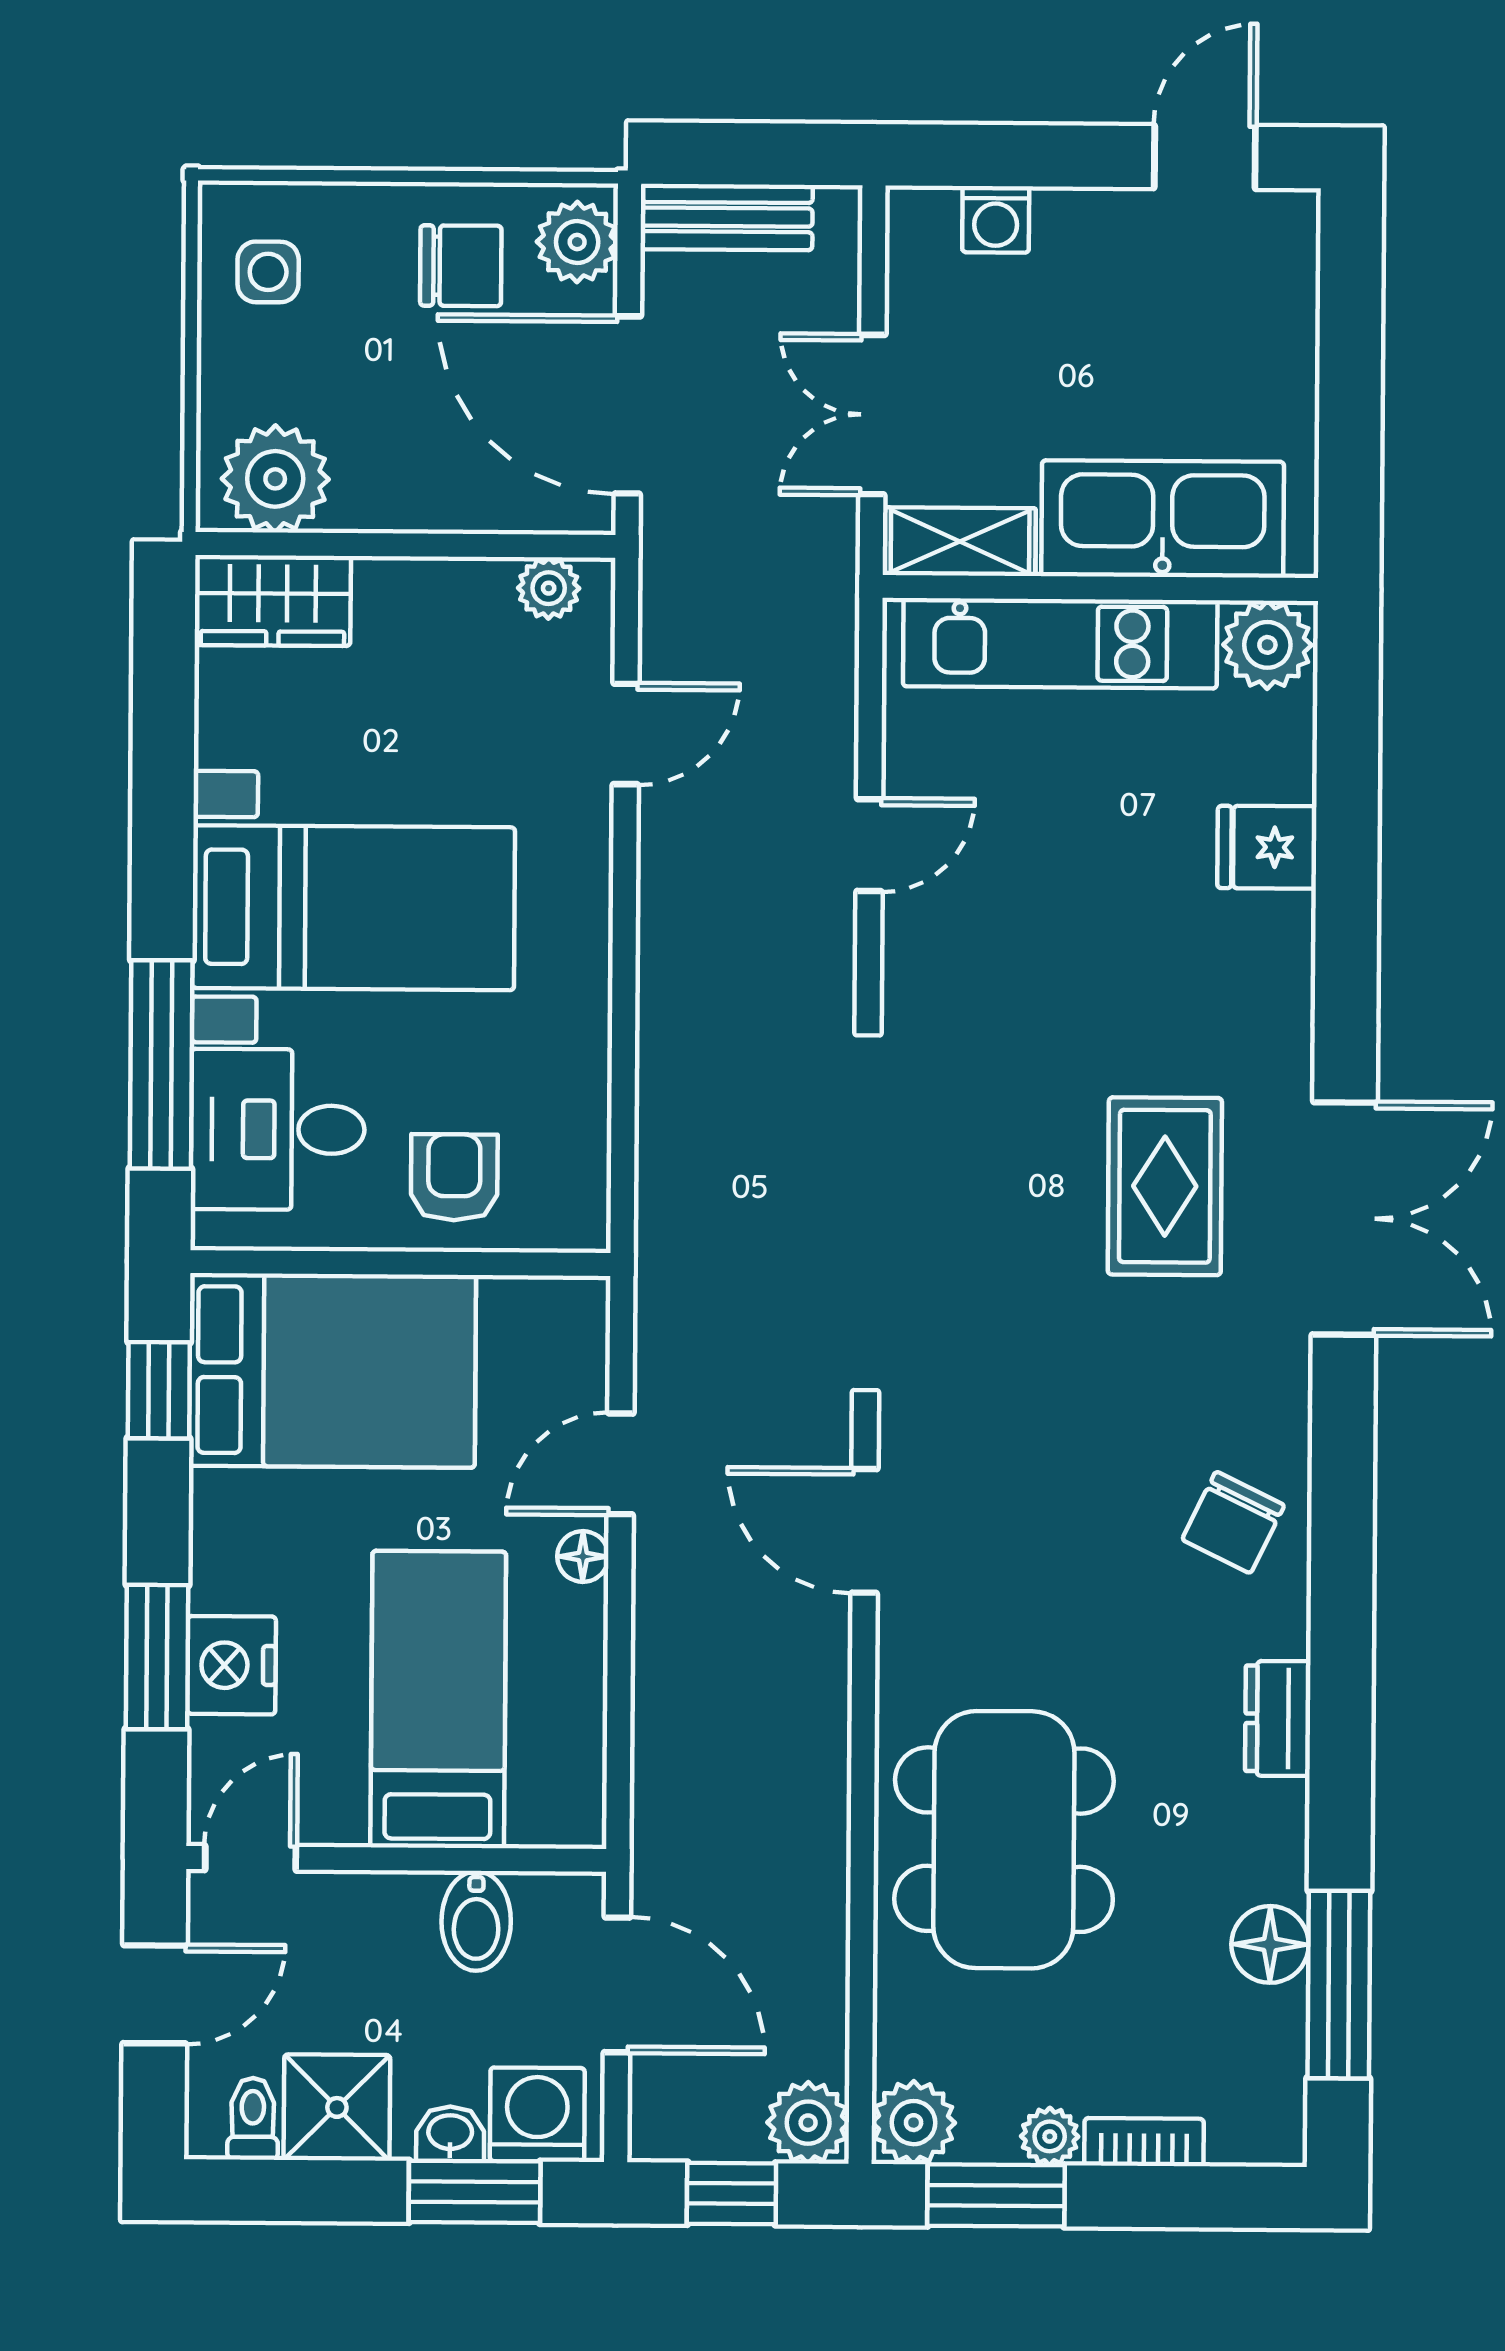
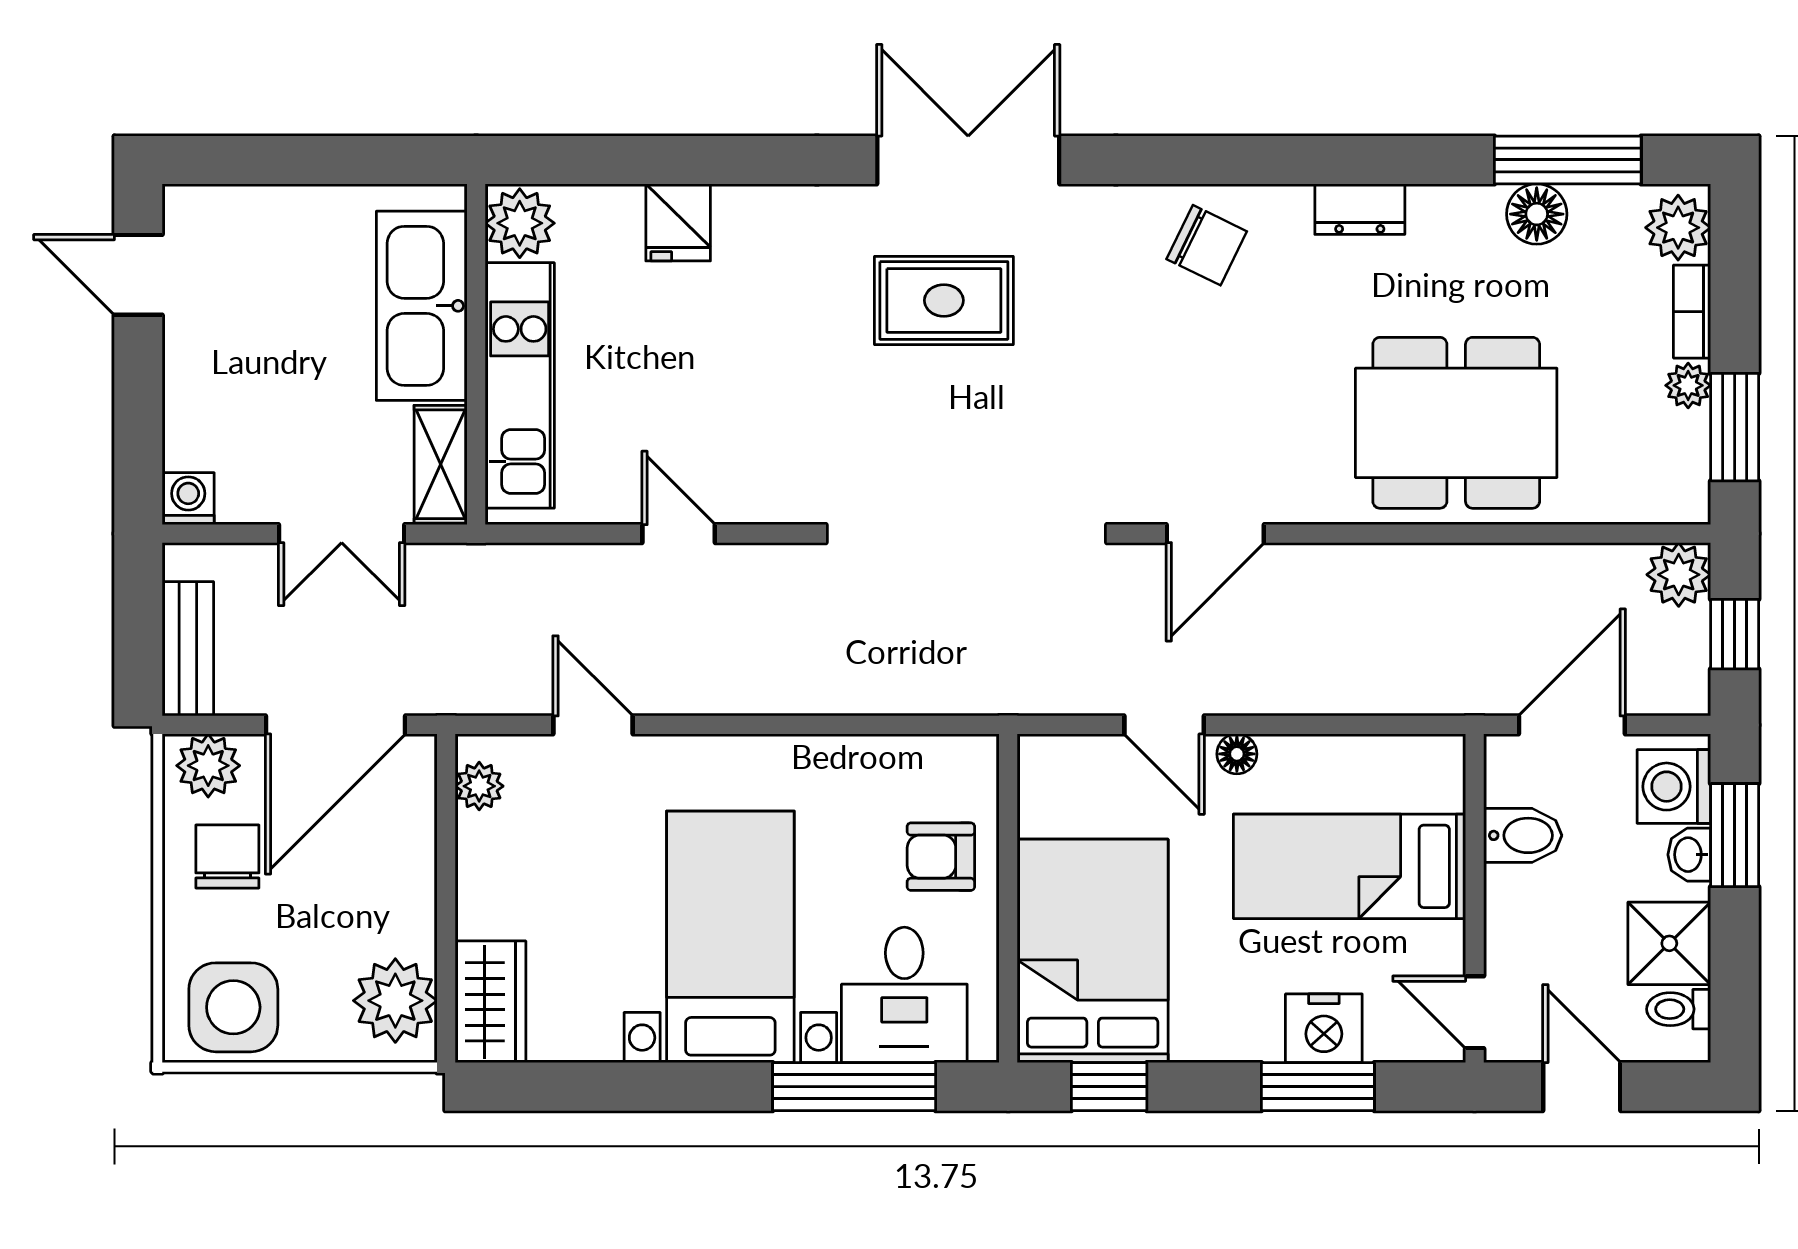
washing machine: (996, 219) -> (188, 499), moved, turned -90
side table: (268, 272) -> (233, 1007), width x1.87, depth x1.87
plant: (914, 2123) -> (1678, 228), moved

